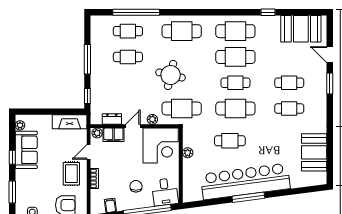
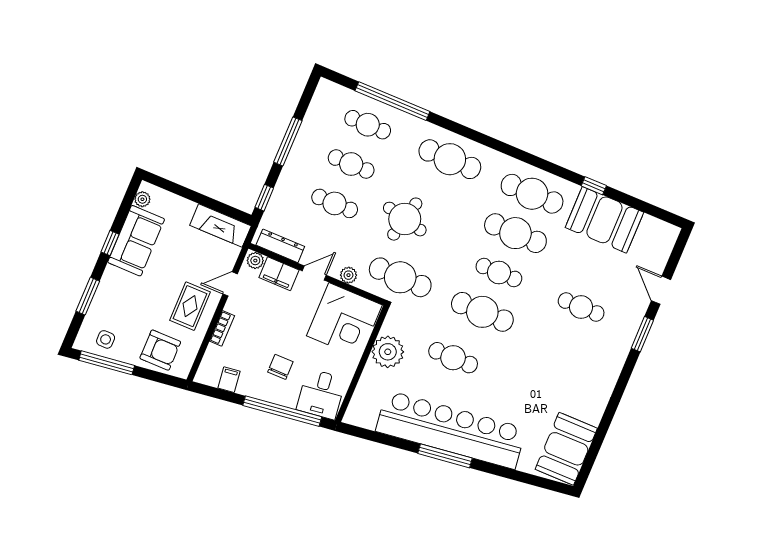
booth: (301, 29) -> (604, 220), moved
cafe table: (289, 108) -> (335, 203), moved
dresser: (112, 119) -> (280, 246), width x1.44
booth: (314, 152) -> (566, 449), moved
plant: (188, 153) -> (388, 352), width x1.87, depth x1.87

